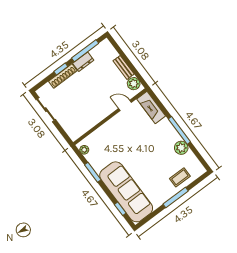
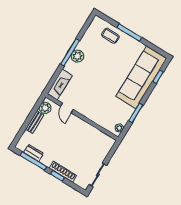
dresser: (83, 62) -> (34, 153), moved
plant: (181, 148) -> (77, 56), moved

